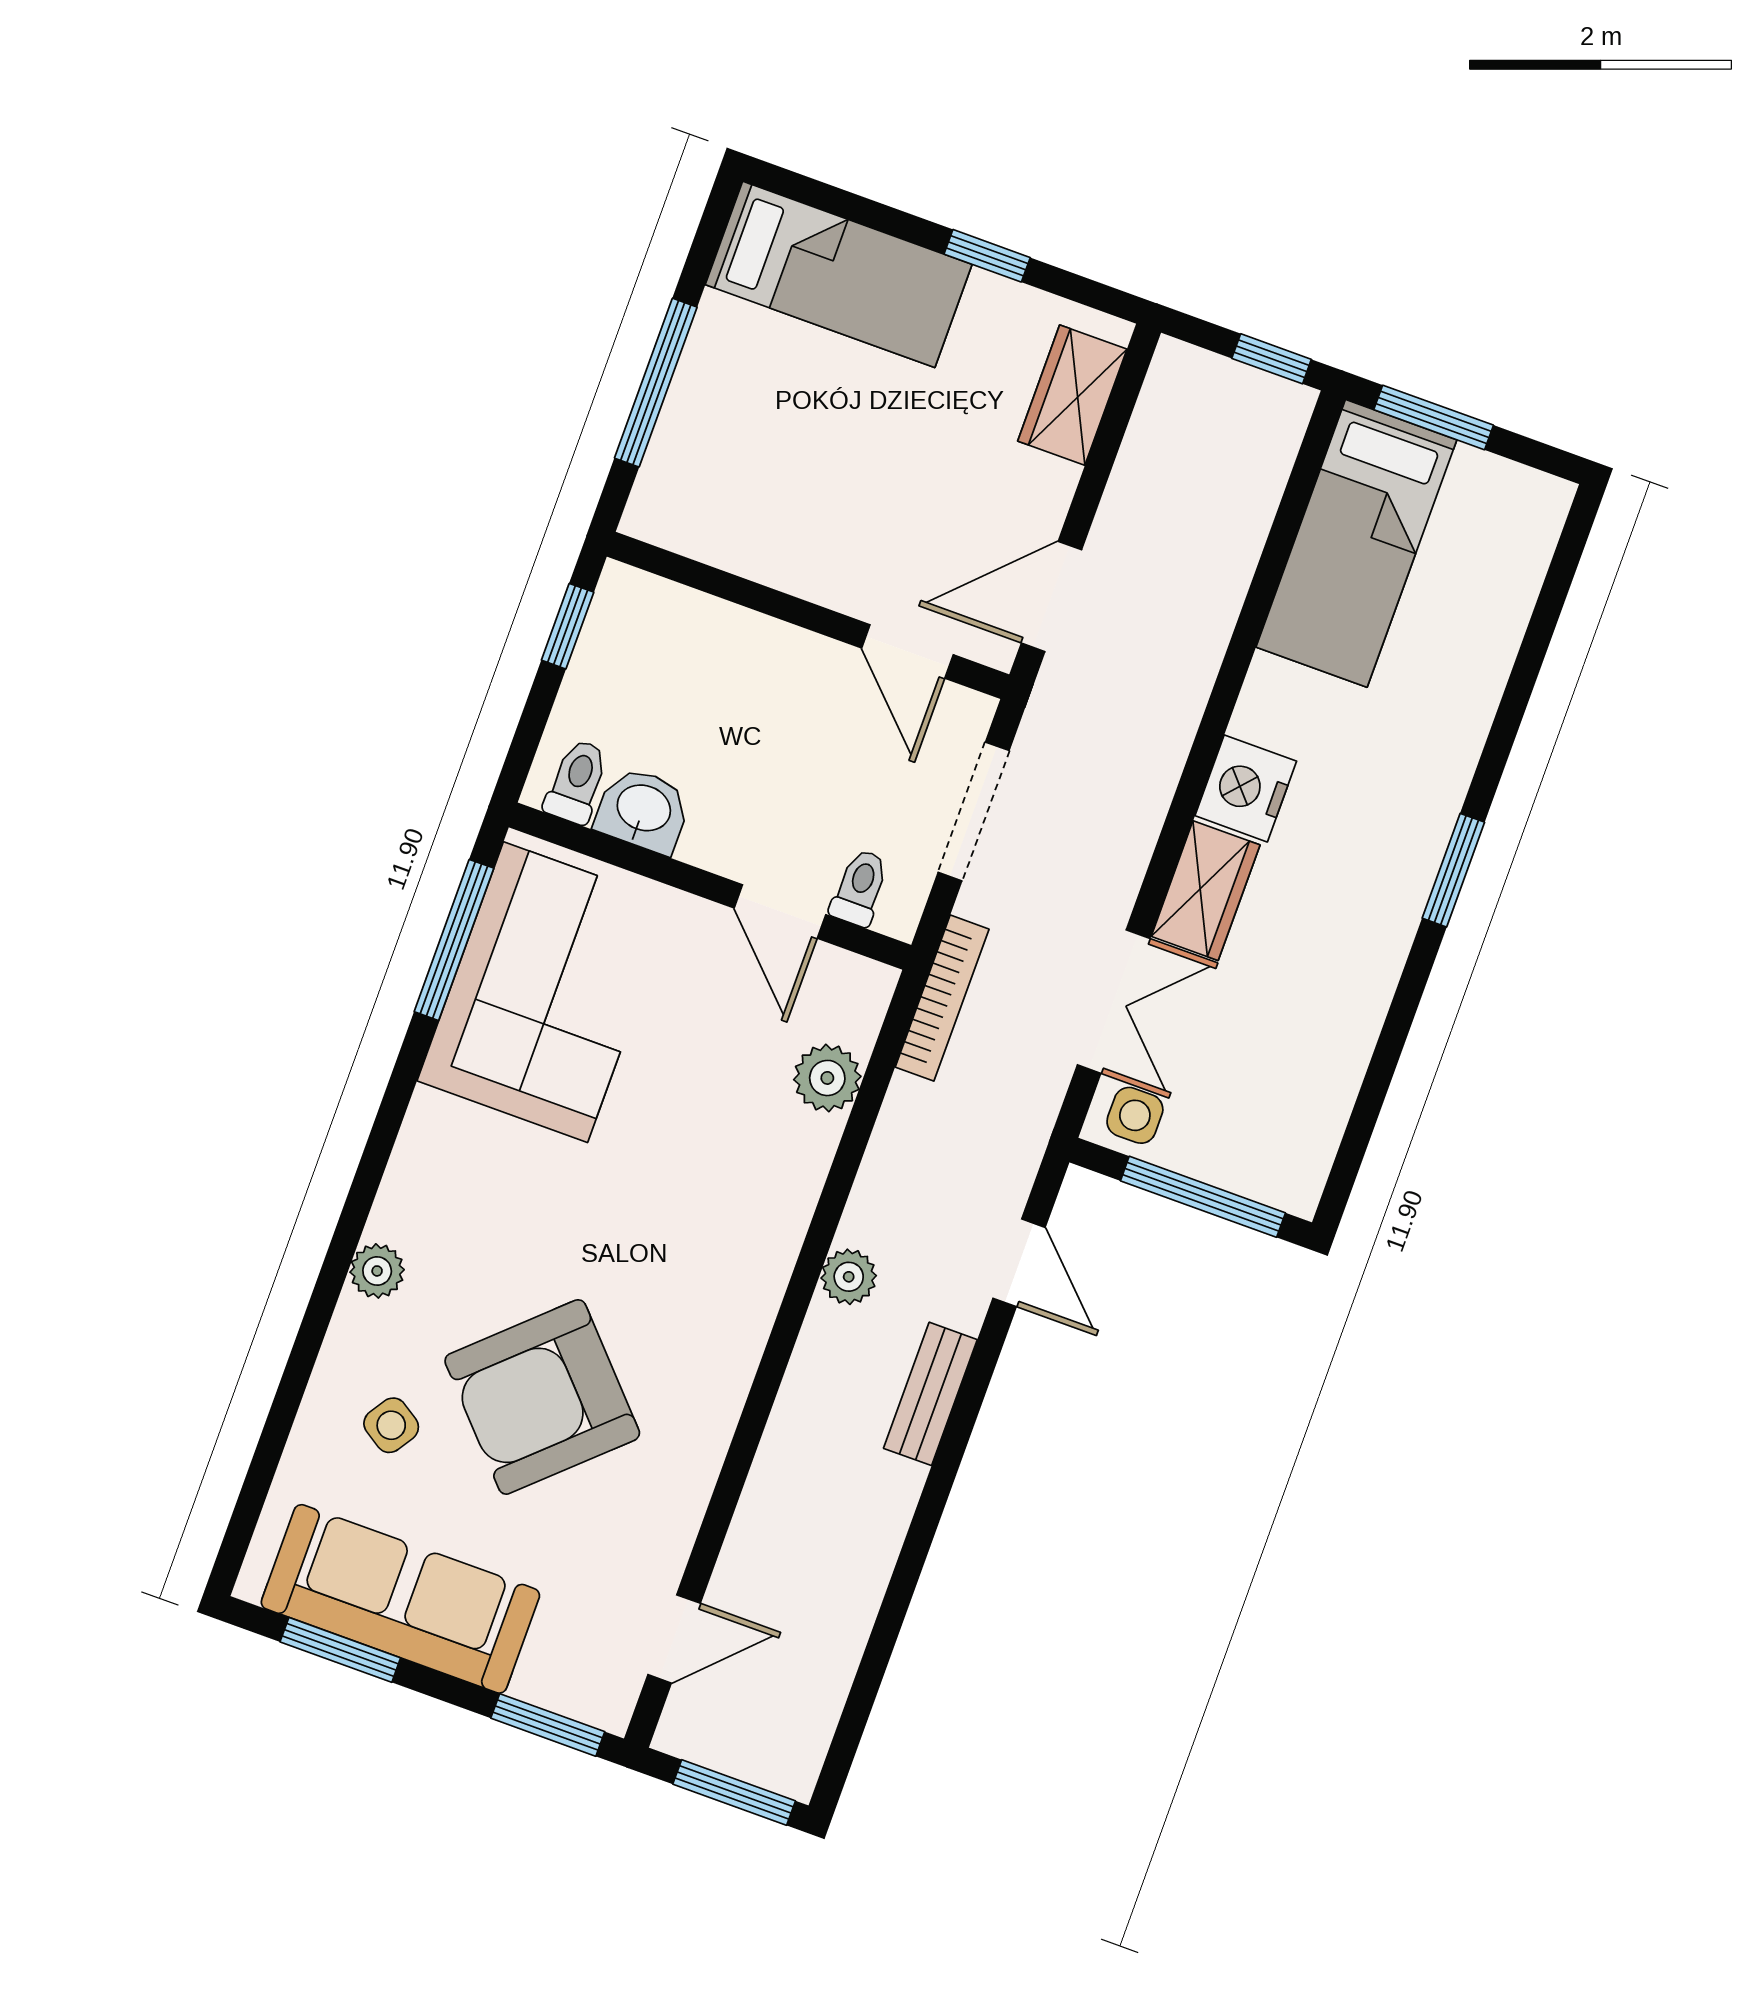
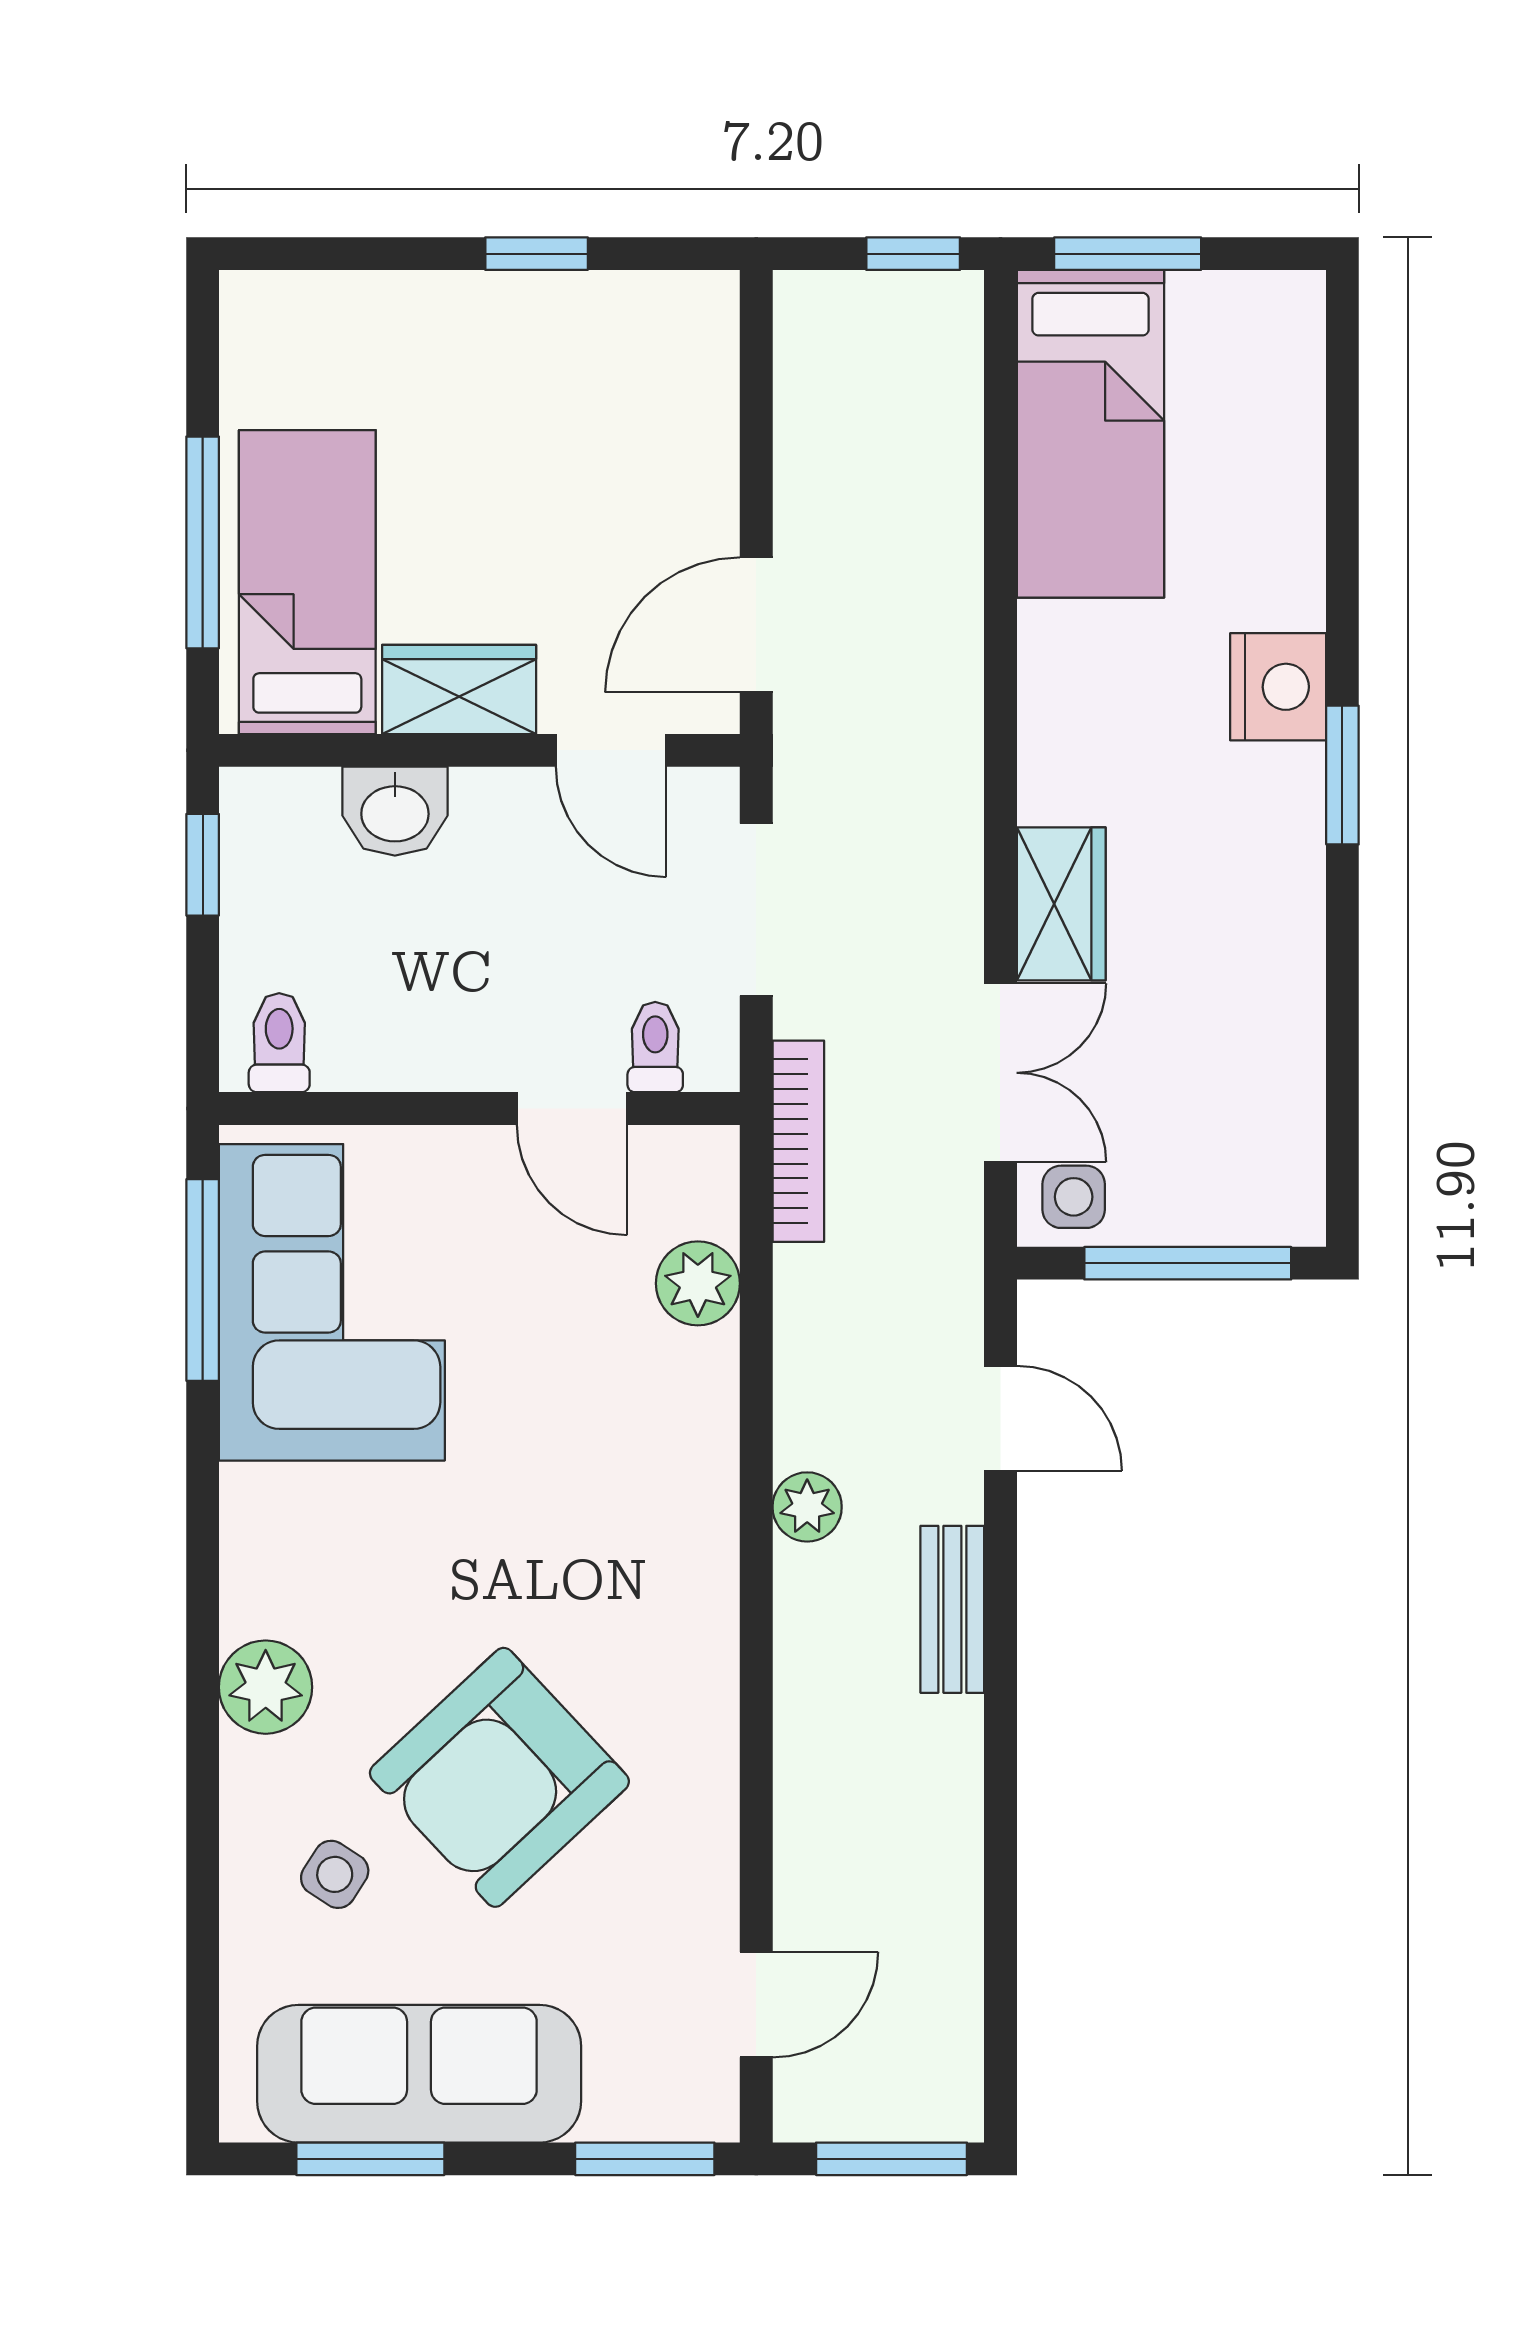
bed: (839, 274) -> (307, 582), moved, turned -90
wardrobe: (1072, 395) -> (459, 689), moved, turned 90
nightstand: (1246, 788) -> (1278, 687), moved, turned 180
washbasin: (643, 810) -> (395, 811), moved, turned 180
plant: (377, 1271) -> (266, 1687), width x1.38, depth x1.38

